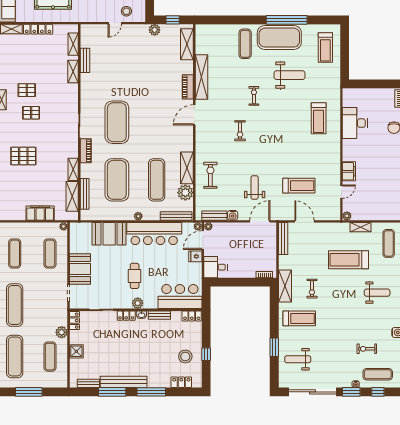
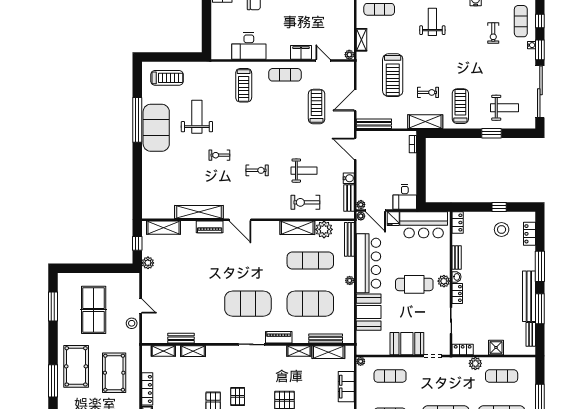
stool: (126, 11) -> (132, 323), moved
exercise mat: (245, 44) -> (285, 75), moved
treadmill: (319, 118) -> (244, 85), turned 90
weight bench: (255, 187) -> (304, 171), moved, turned 180
treadmill: (348, 260) -> (393, 75), moved
cafe table: (135, 276) -> (414, 284), width x1.37, depth x1.35
bar counter: (180, 297) -> (424, 225), moved, turned -90
weight bench: (298, 359) -> (505, 108), turned -90

